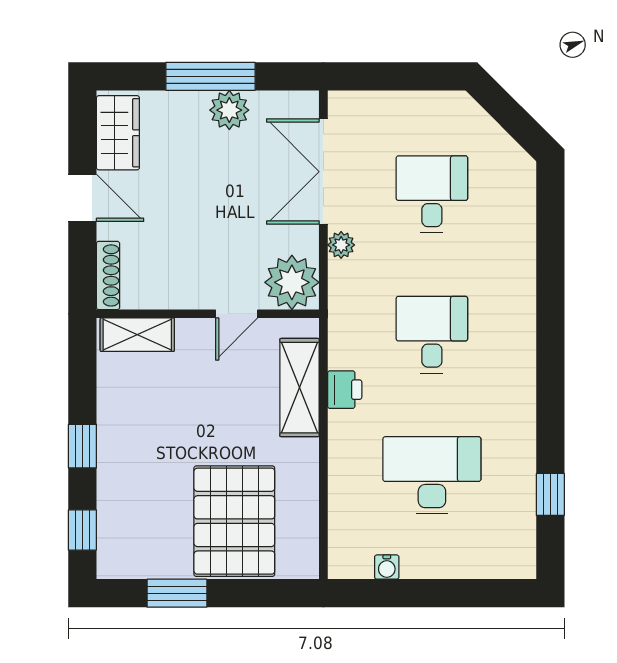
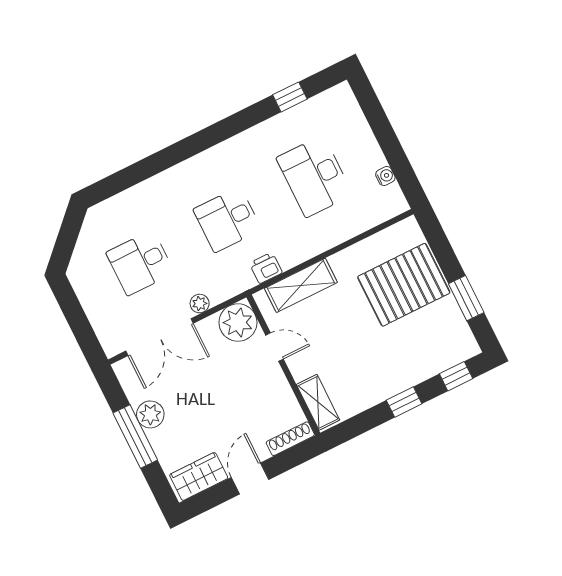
printer: (345, 390) -> (266, 268), moved

